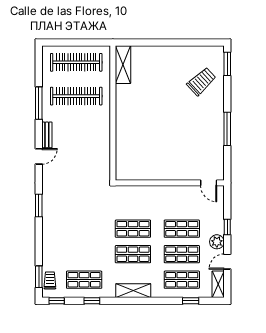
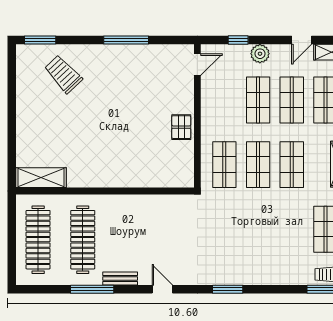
bench: (47, 135) -> (120, 278), moved
pallet: (161, 171) -> (181, 127), added
shop shelf: (133, 203) -> (224, 165), added
window: (227, 227) -> (238, 40), moved
plant: (217, 242) -> (260, 54), moved
door: (227, 262) -> (302, 40), hinge flipped

